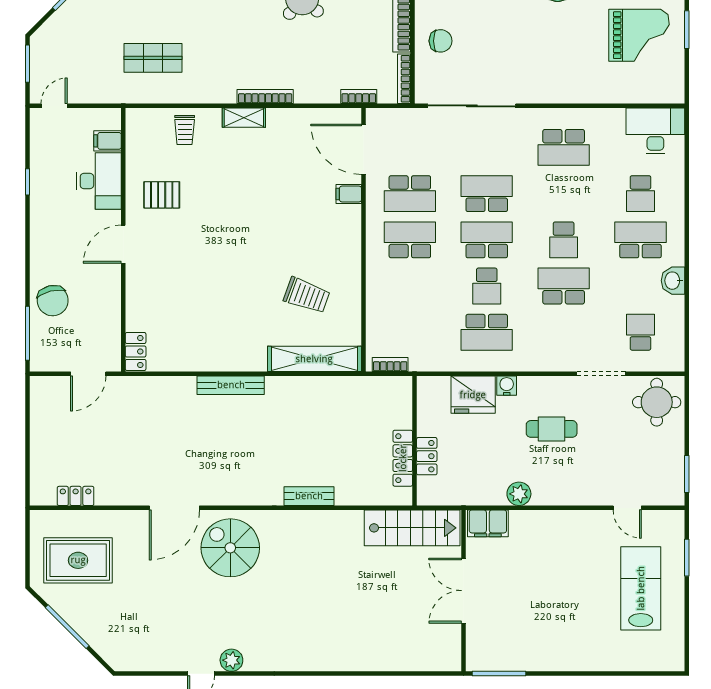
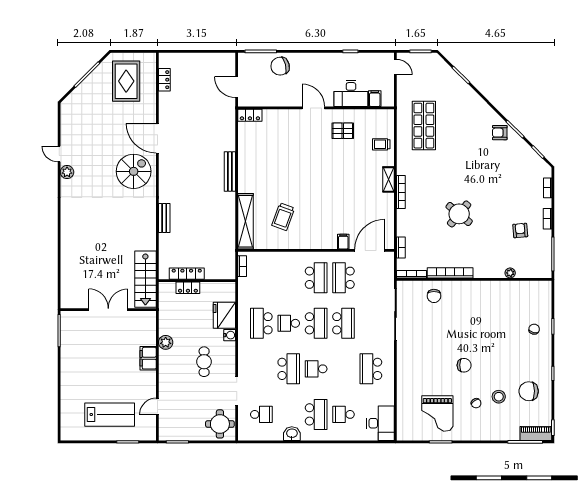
shop shelf: (153, 58) -> (424, 126), width x1.43, depth x1.36
pallet: (162, 195) -> (343, 131), turned 90
filing cabinet: (488, 523) -> (148, 358), moved

